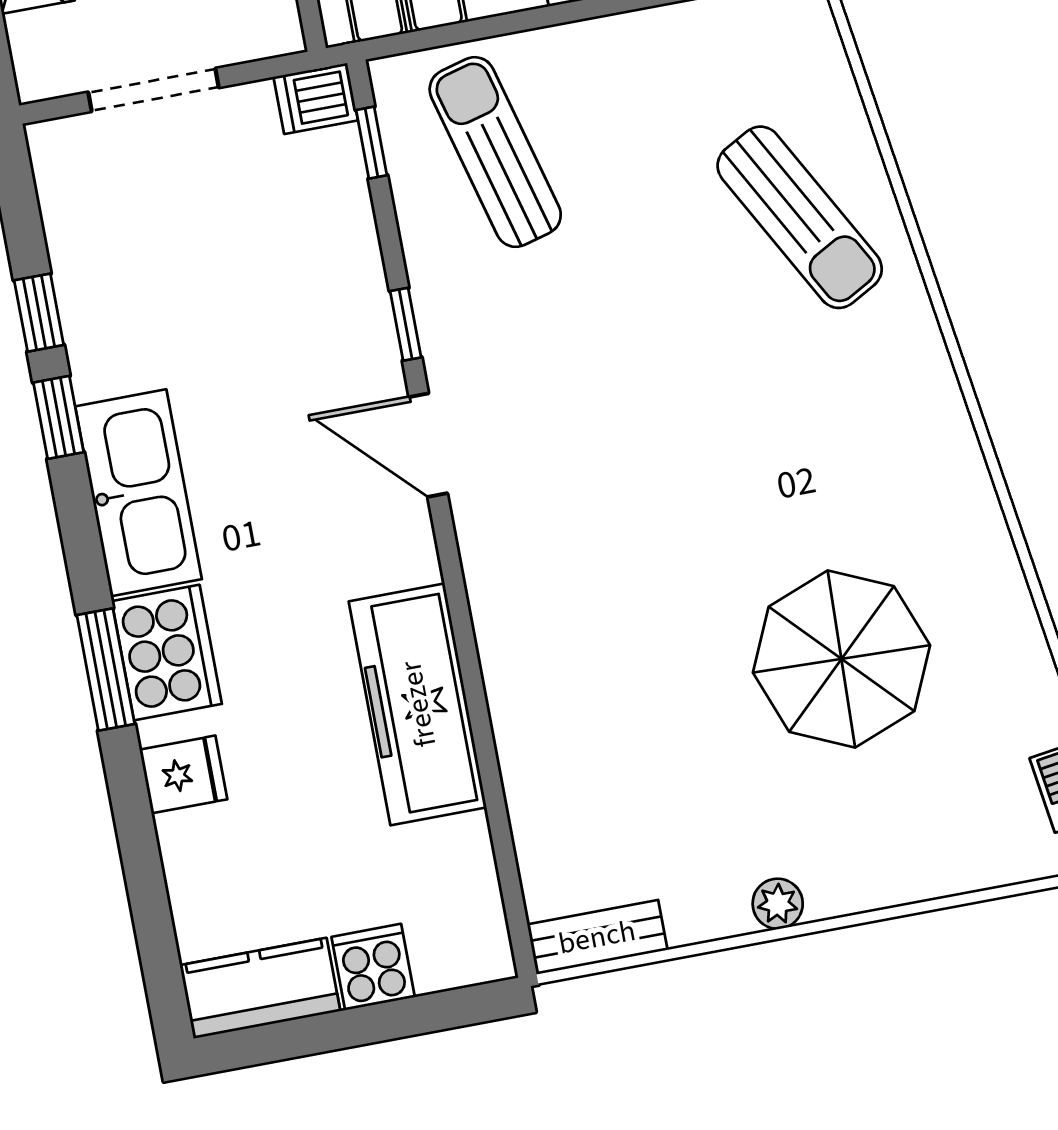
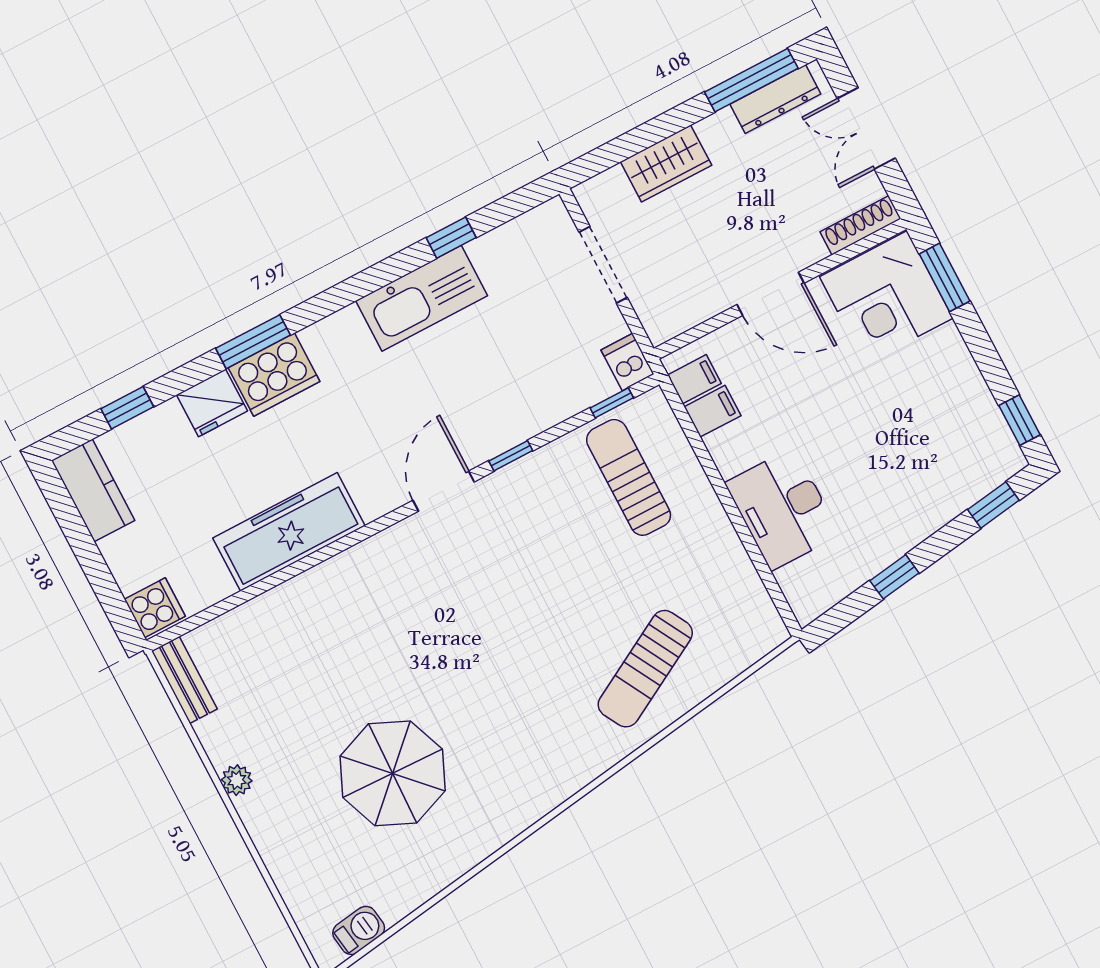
sun lounger: (495, 152) -> (629, 477), turned -75
window: (59, 417) -> (127, 408), moved
kitchen sink: (139, 493) -> (422, 298), moved
fridge: (183, 774) -> (212, 403), width x1.38
cooker: (373, 967) -> (155, 608), moved

